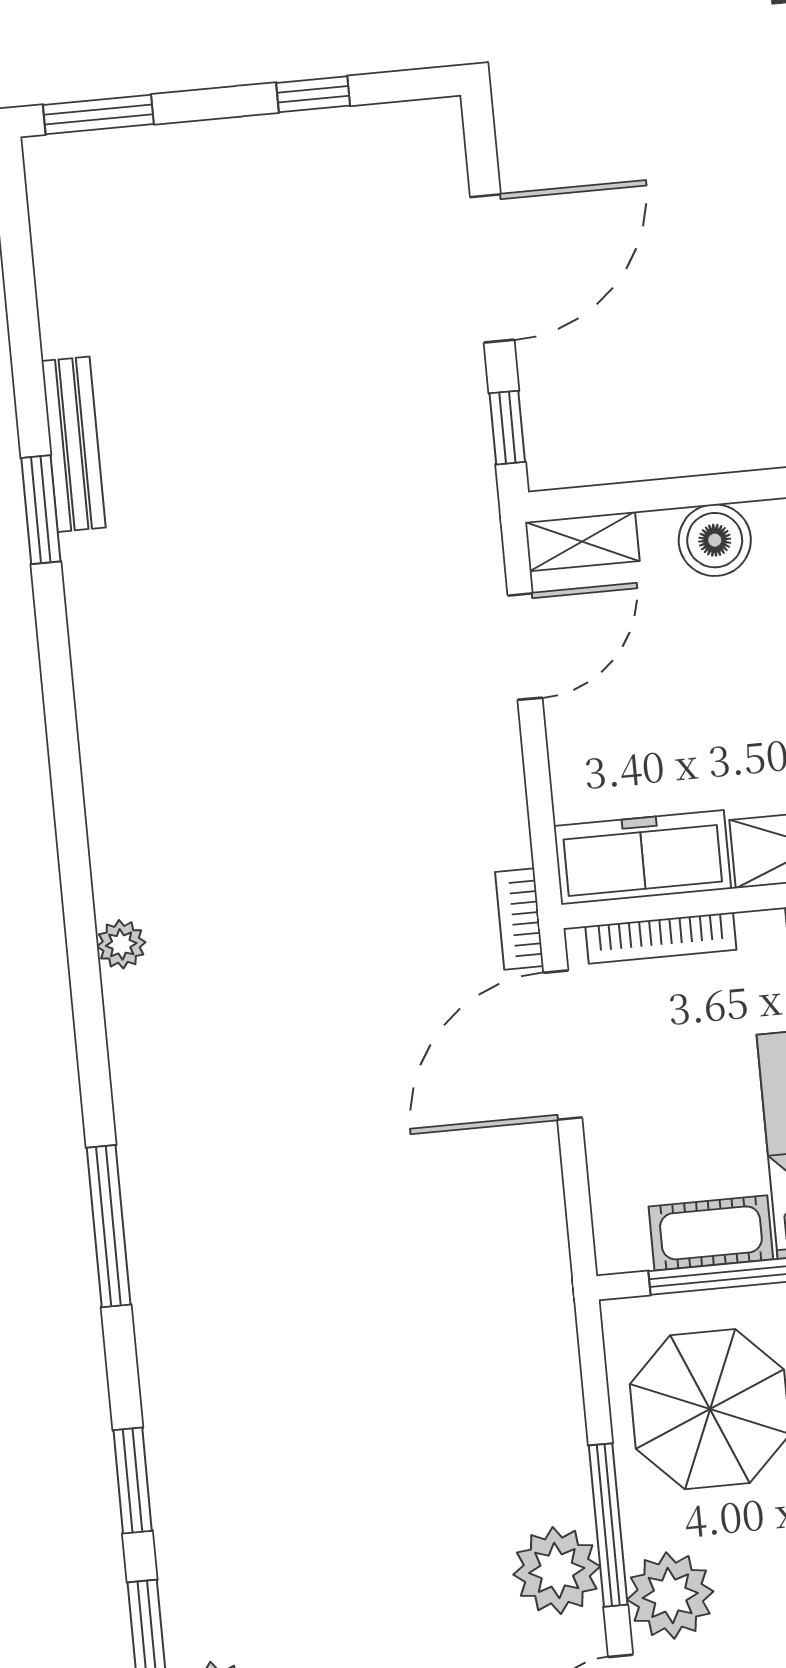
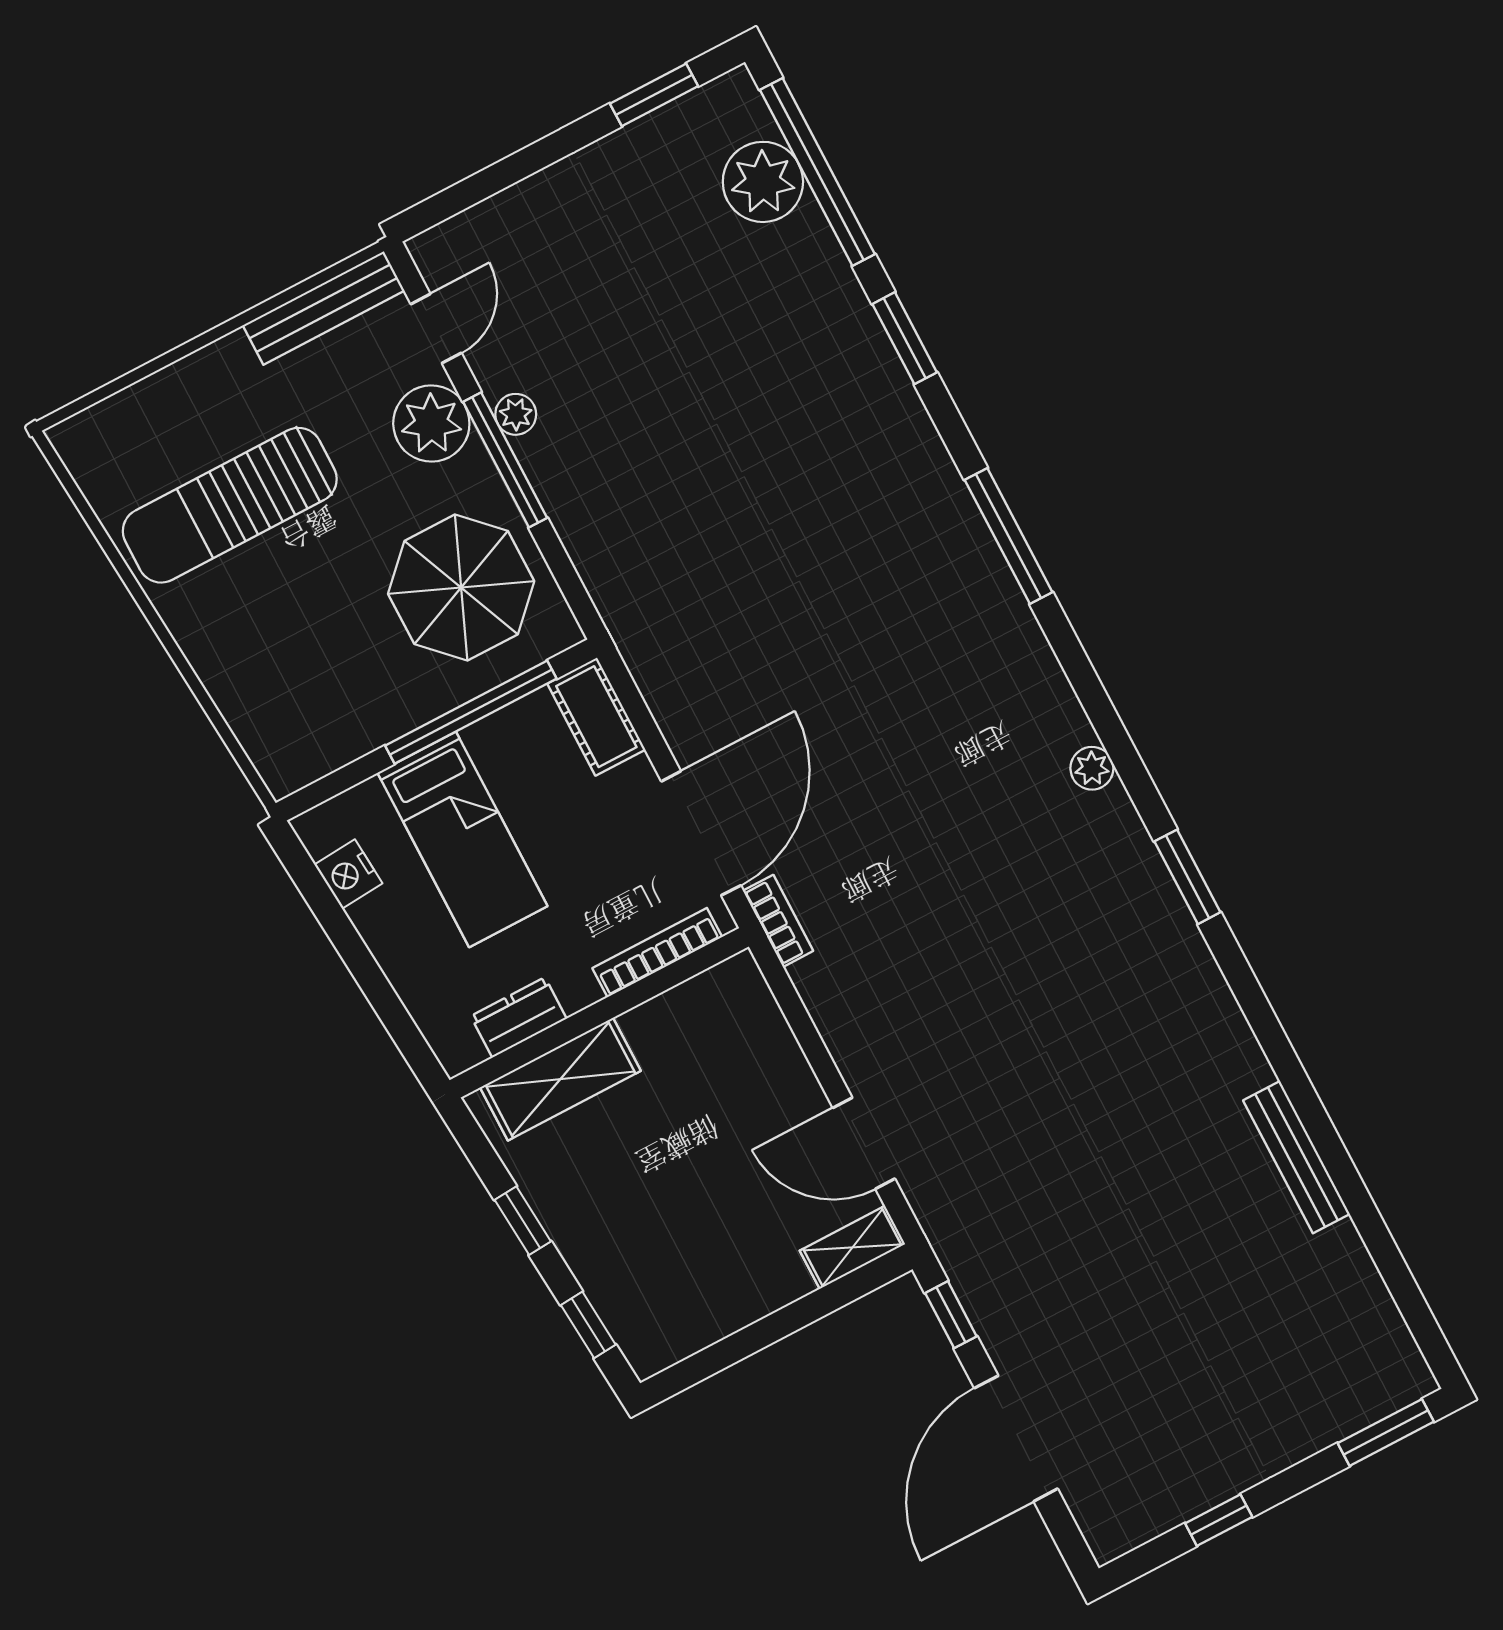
window: (41, 510) -> (1187, 877), moved
boiler: (715, 540) -> (746, 1292), removed
door: (525, 647) -> (864, 1143), hinge flipped
freezer: (642, 857) -> (699, 1012), removed
cot: (711, 1233) -> (596, 717), moved, turned 90
plant: (557, 1571) -> (516, 414), width x0.53, depth x0.53

